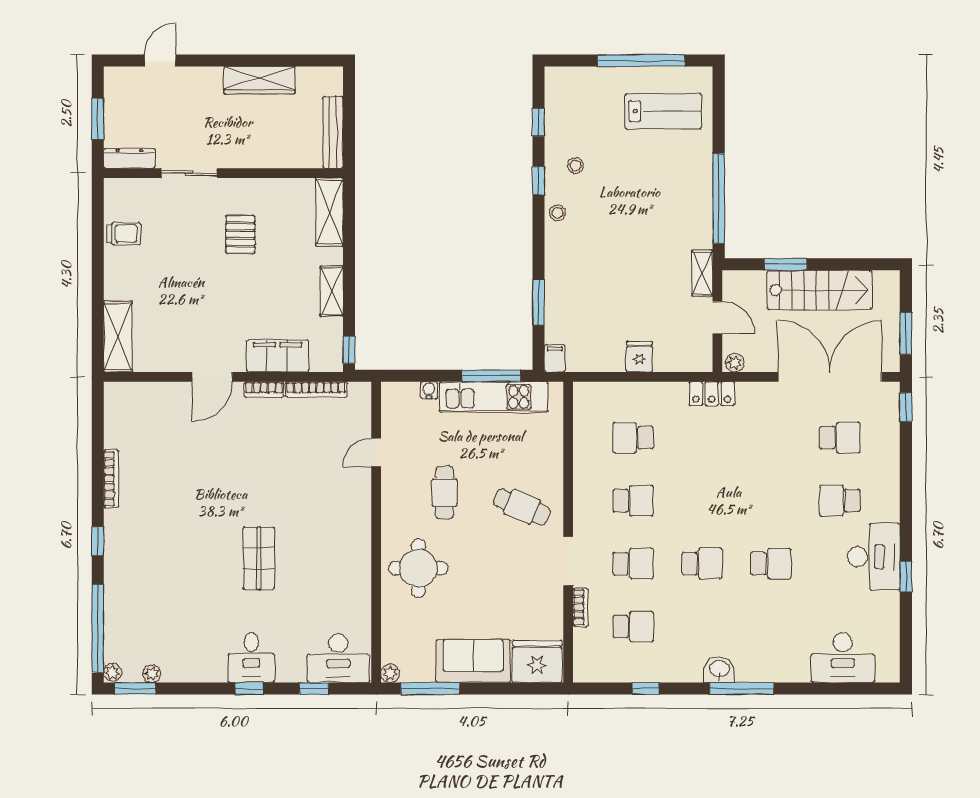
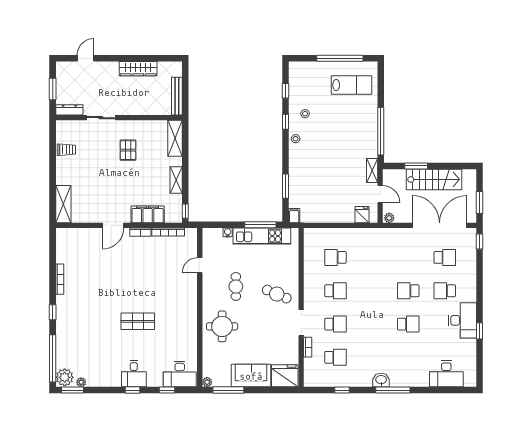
fridge: (639, 357) -> (362, 215), moved
locker: (712, 394) -> (377, 234), removed
shop shelf: (259, 558) -> (138, 321), turned 90
school desk: (702, 564) -> (408, 291), moved, turned 180
plant: (113, 672) -> (65, 377), width x1.87, depth x1.87

